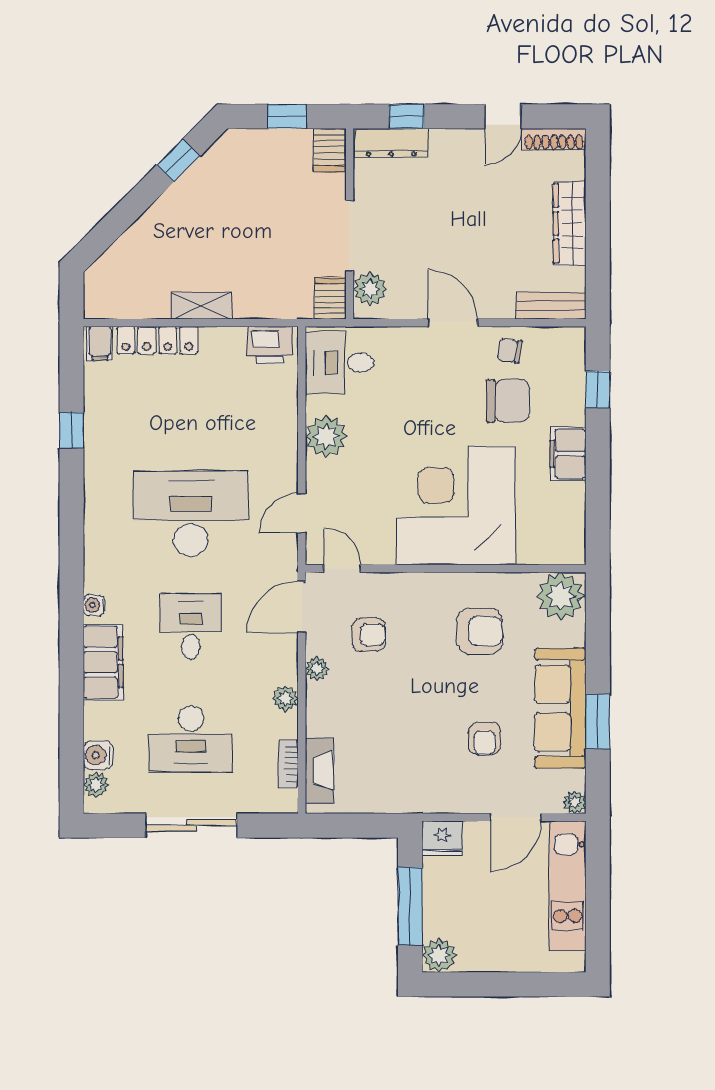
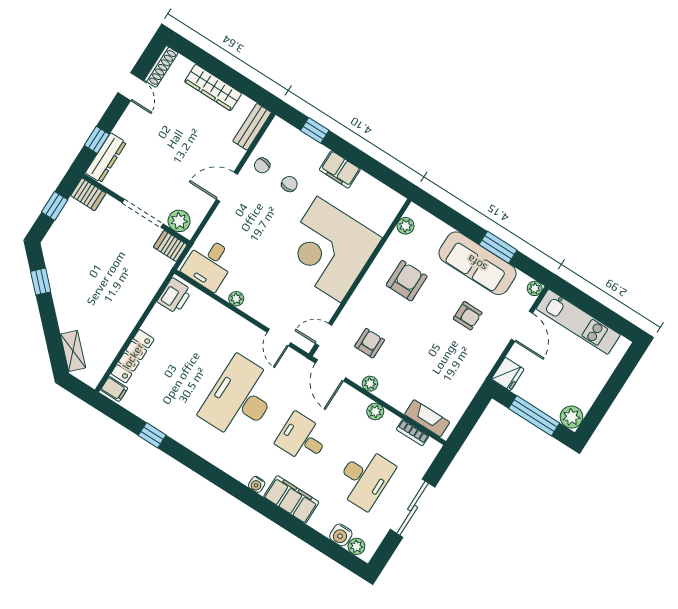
shelving: (202, 306) -> (73, 351), moved, turned -45
chair: (508, 401) -> (289, 184), width x0.54, depth x0.54
plant: (326, 436) -> (236, 299), width x0.53, depth x0.53
plant: (561, 596) -> (406, 226), width x0.53, depth x0.53

